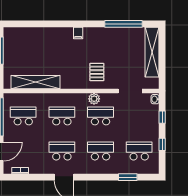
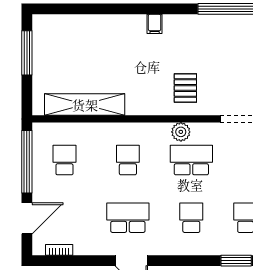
school desk: (23, 116) -> (64, 160), width x0.54
school desk: (62, 116) -> (128, 160), width x0.54
school desk: (101, 151) -> (191, 218), width x0.54

